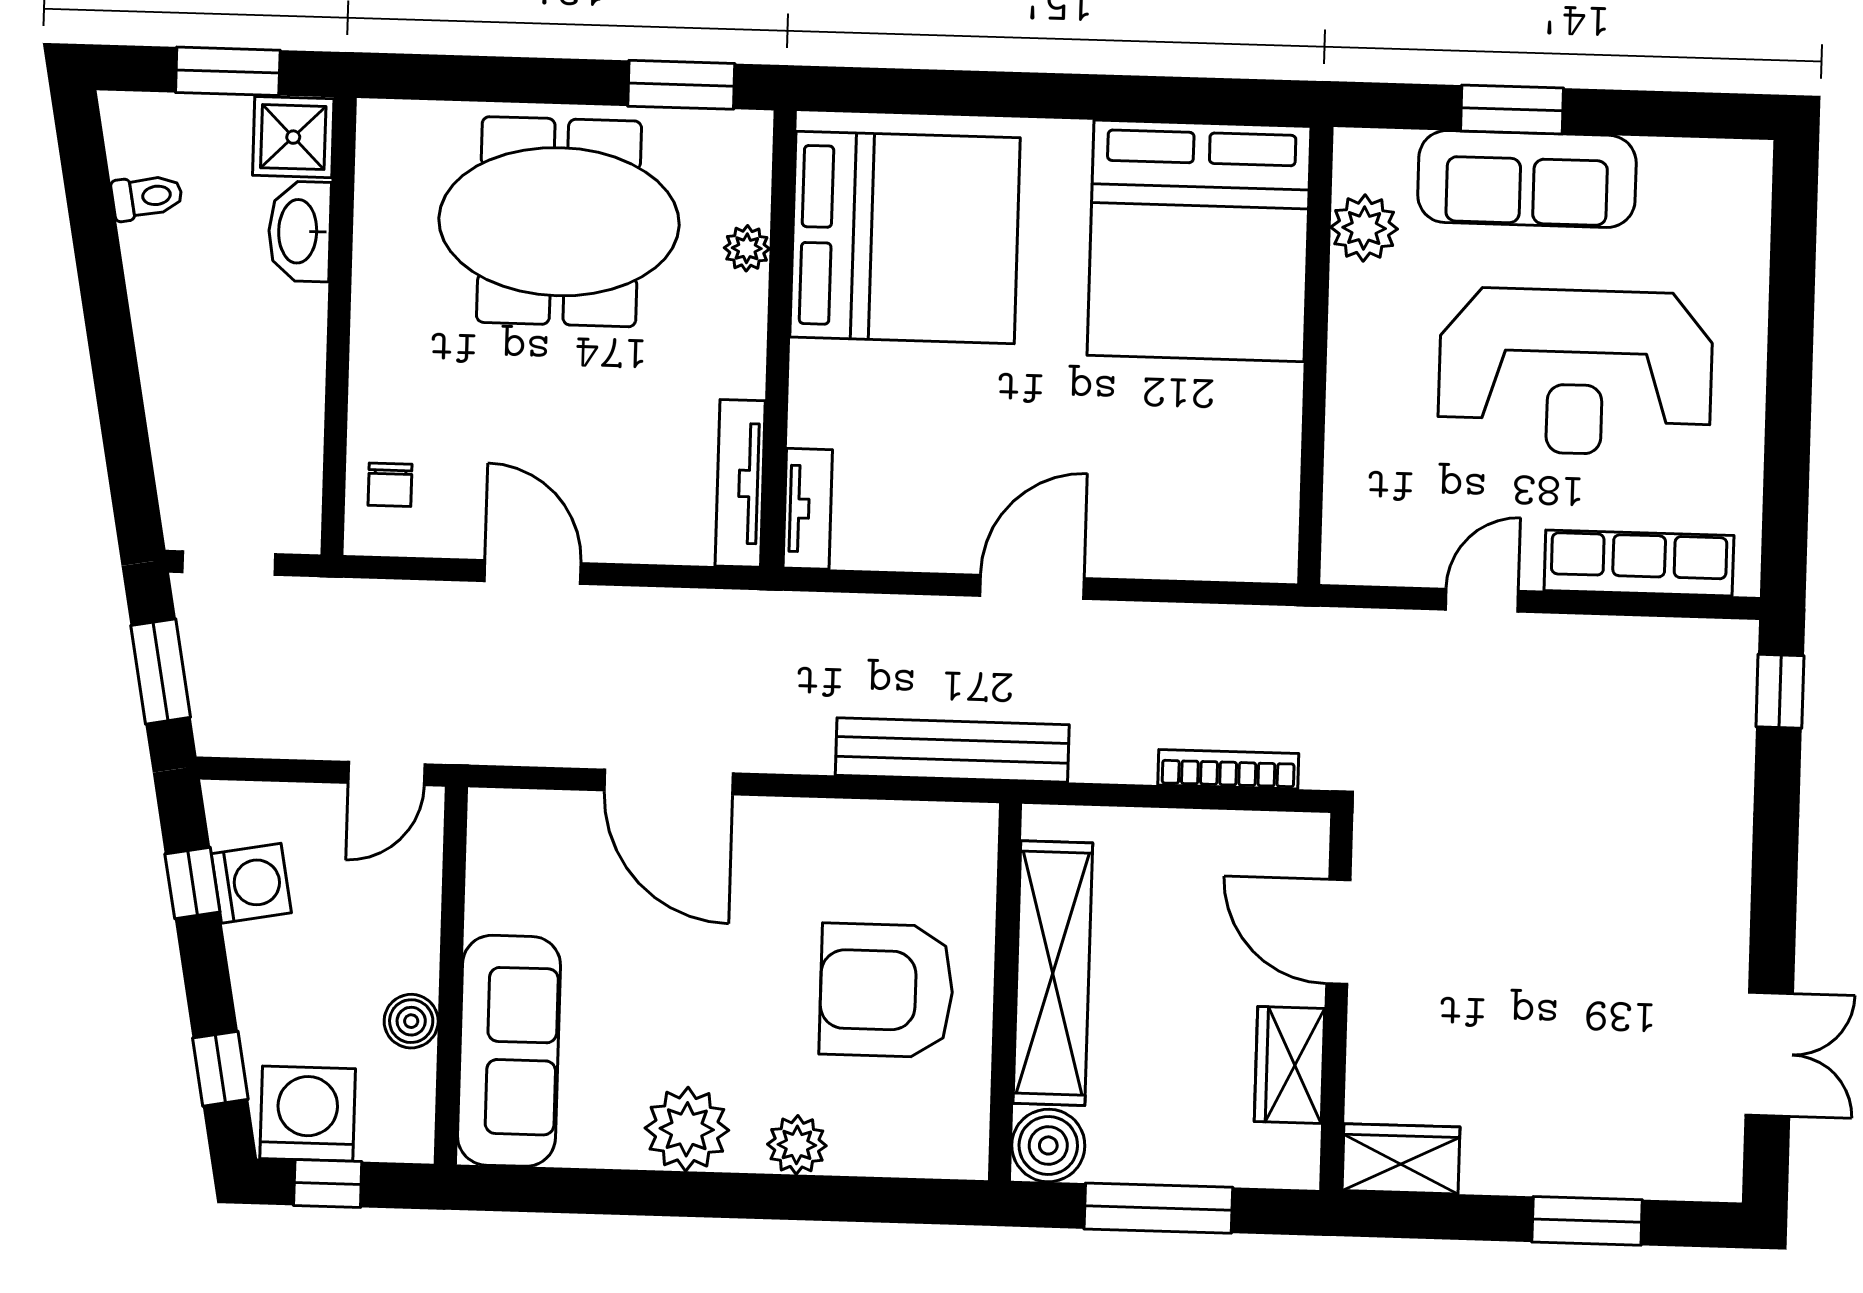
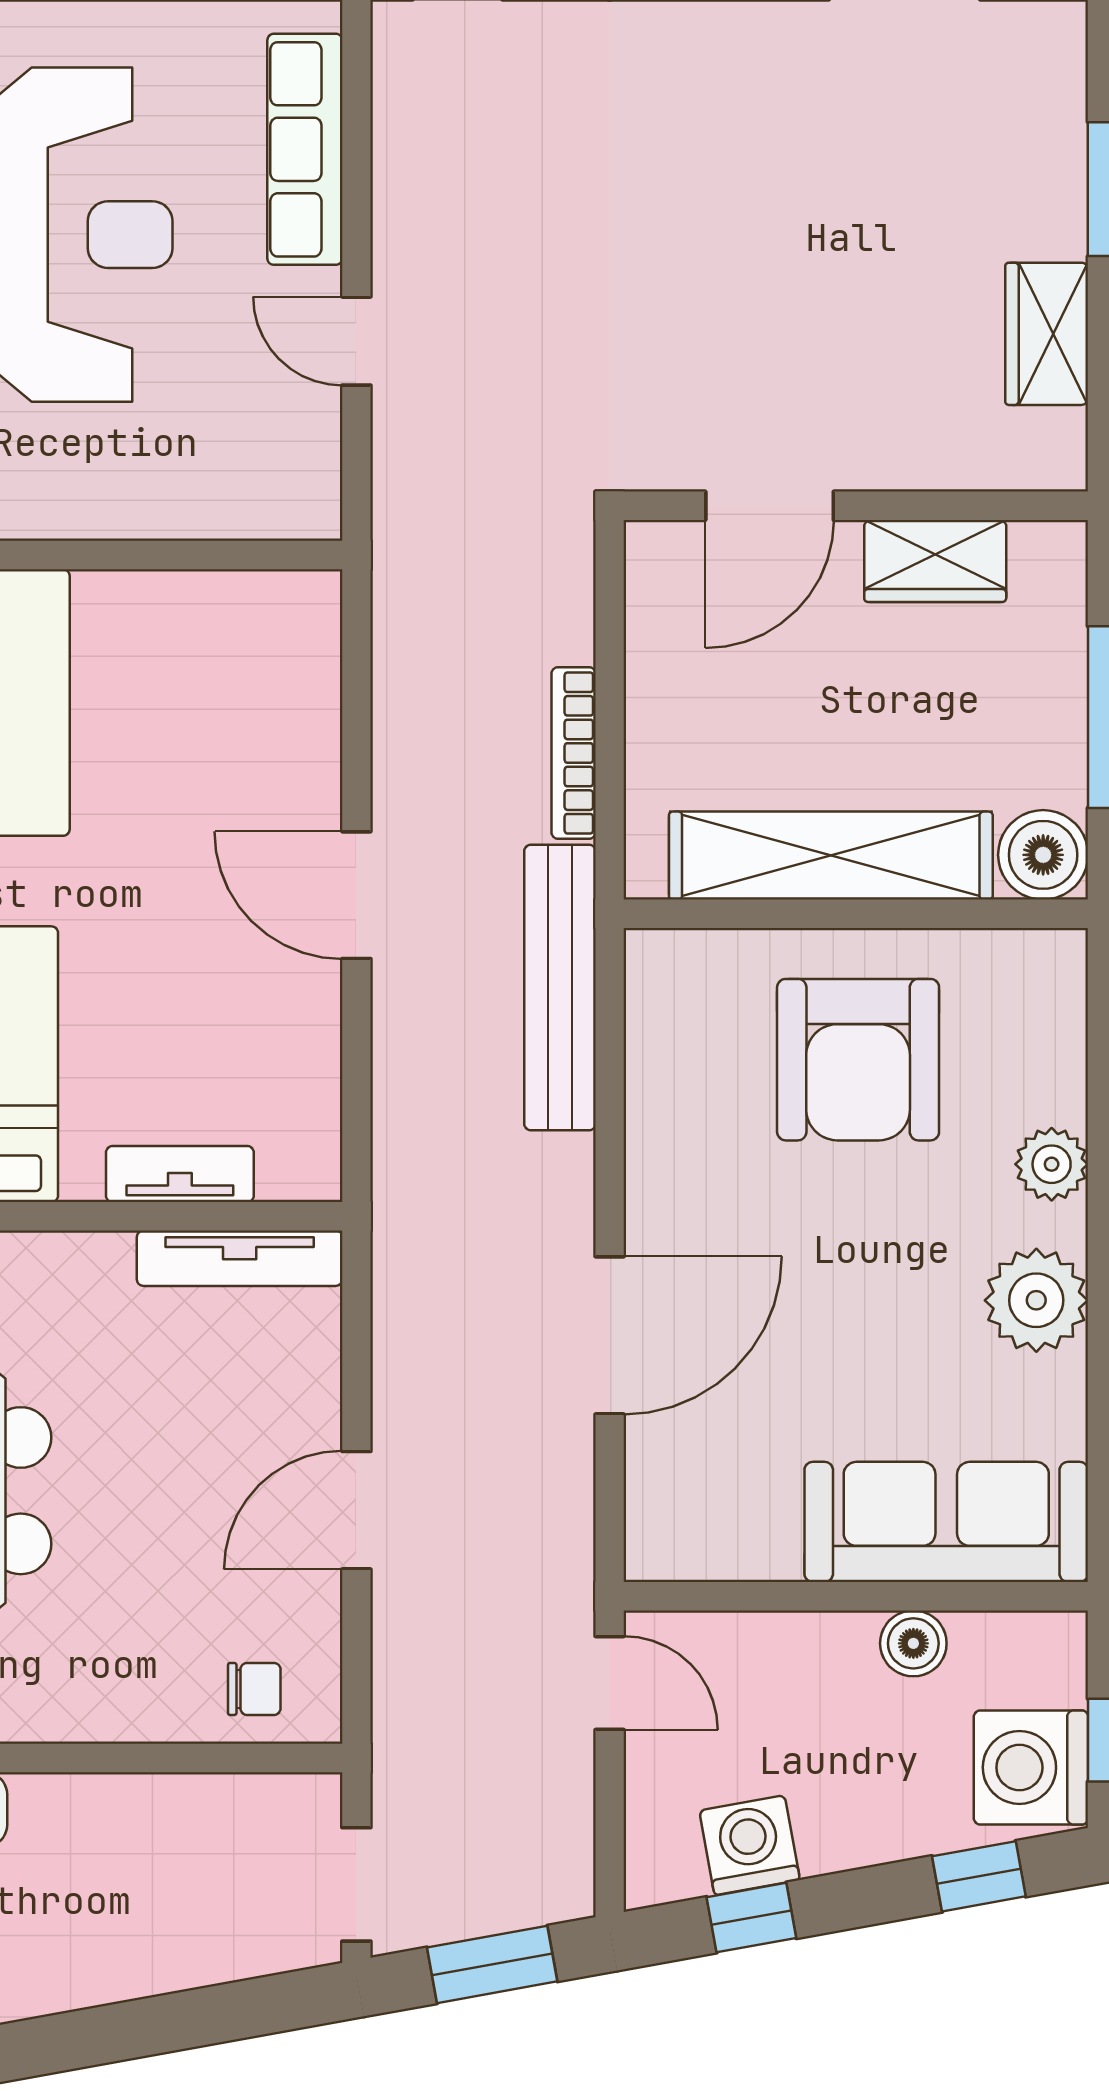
tv unit: (808, 509) -> (180, 1174), moved
bookcase: (1228, 769) -> (574, 753), moved
wardrobe: (1401, 1159) -> (1047, 334), moved

